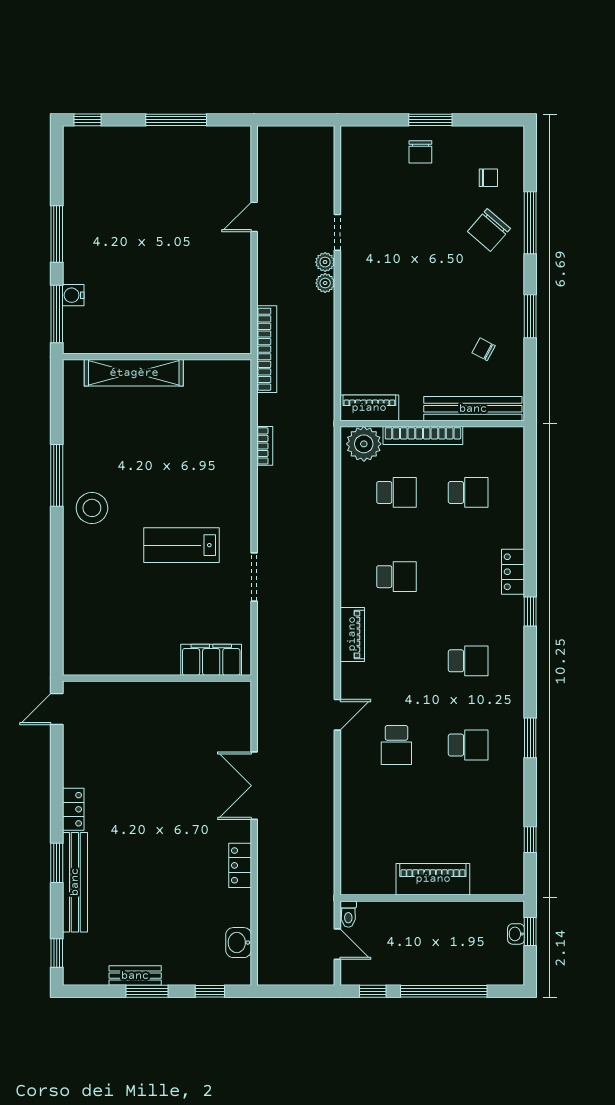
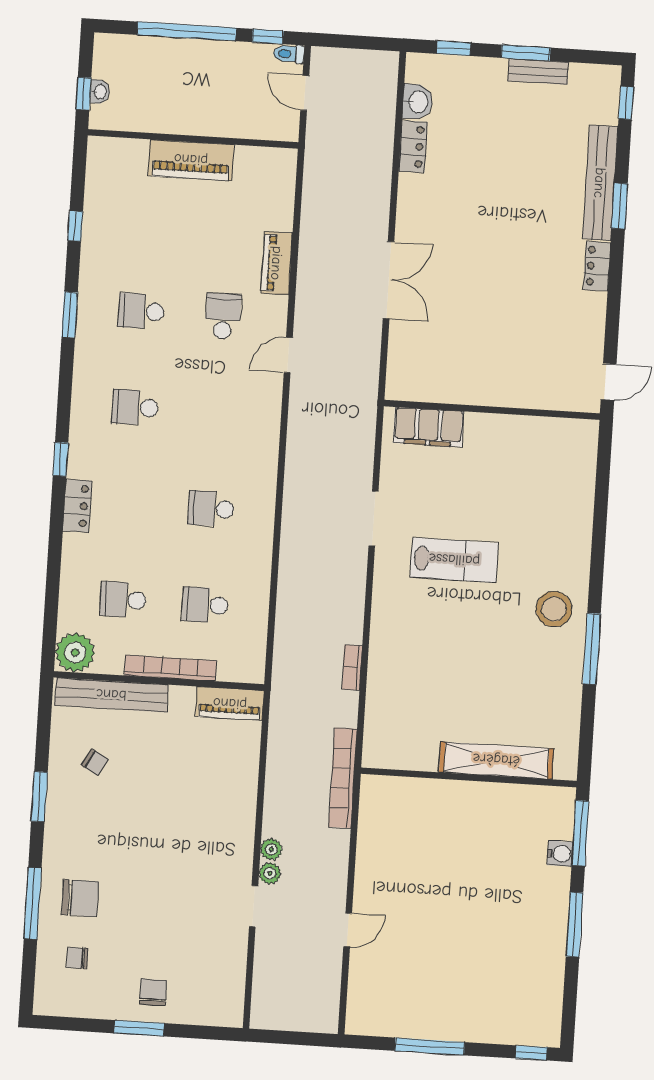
chair: (489, 230) -> (80, 898), turned 49
plant: (364, 444) -> (75, 652), moved
piano: (352, 634) -> (277, 263), moved
window: (530, 840) -> (75, 226), moved
locker: (240, 865) -> (413, 147), moved
toilet: (348, 914) -> (289, 54), moved, turned -90

